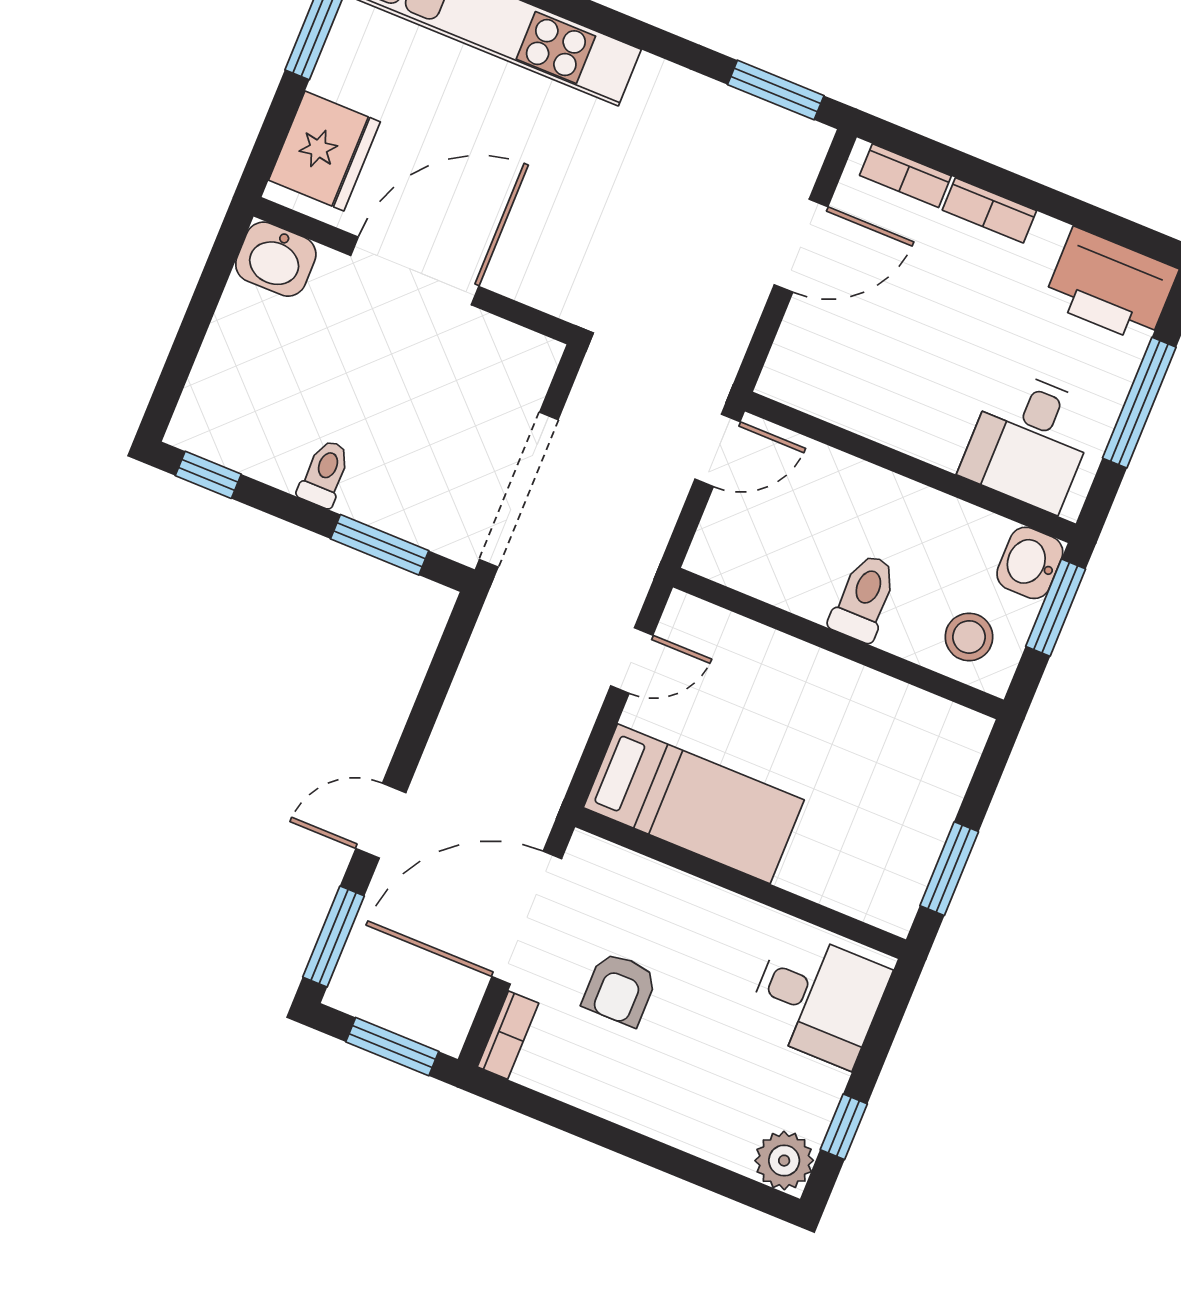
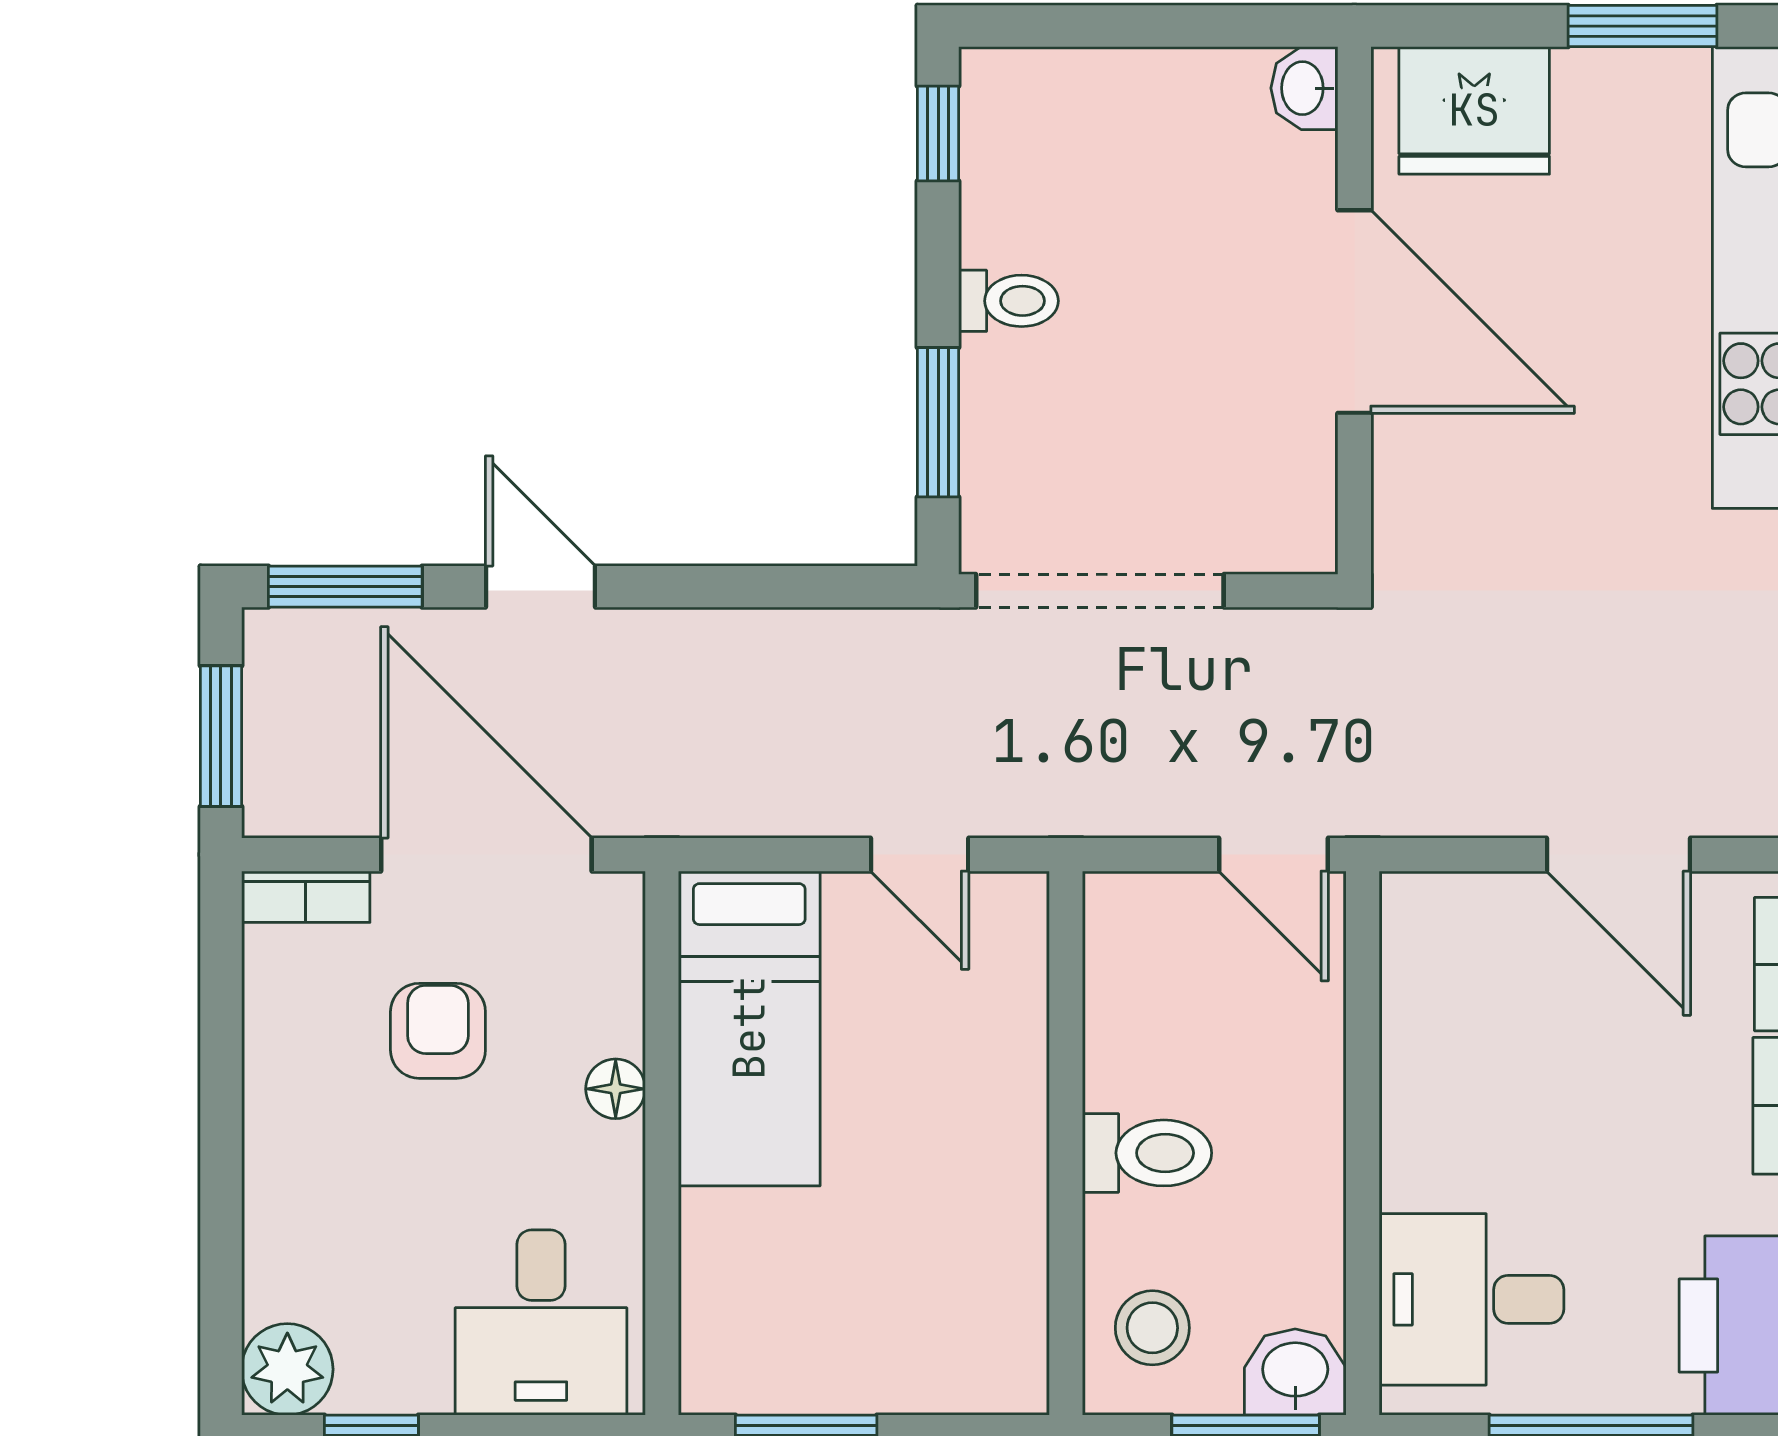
washbasin: (276, 259) -> (1304, 88), width x0.72, depth x0.69
floor lamp: (697, 898) -> (616, 1089), added
armchair: (620, 989) -> (438, 1031), turned 90

